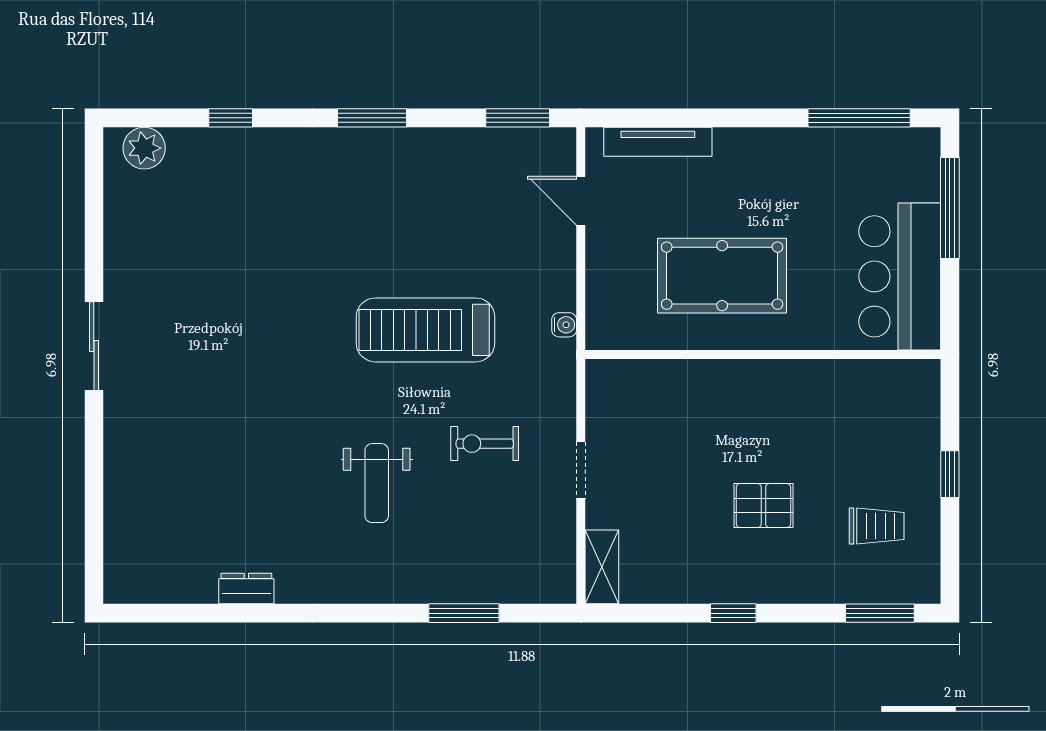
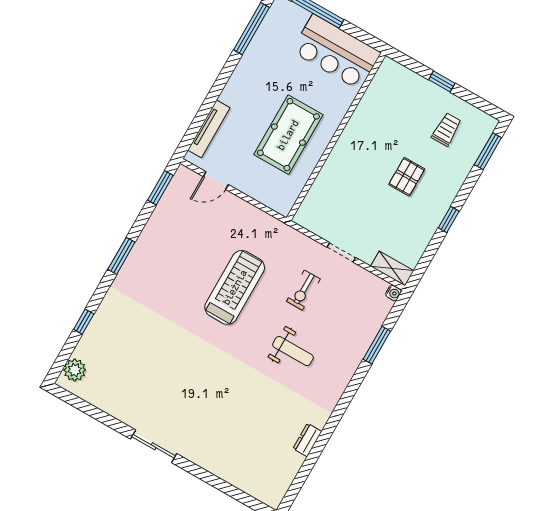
water cooler: (564, 325) -> (393, 293), moved, turned 90
treadmill: (425, 330) -> (235, 287), turned 180

